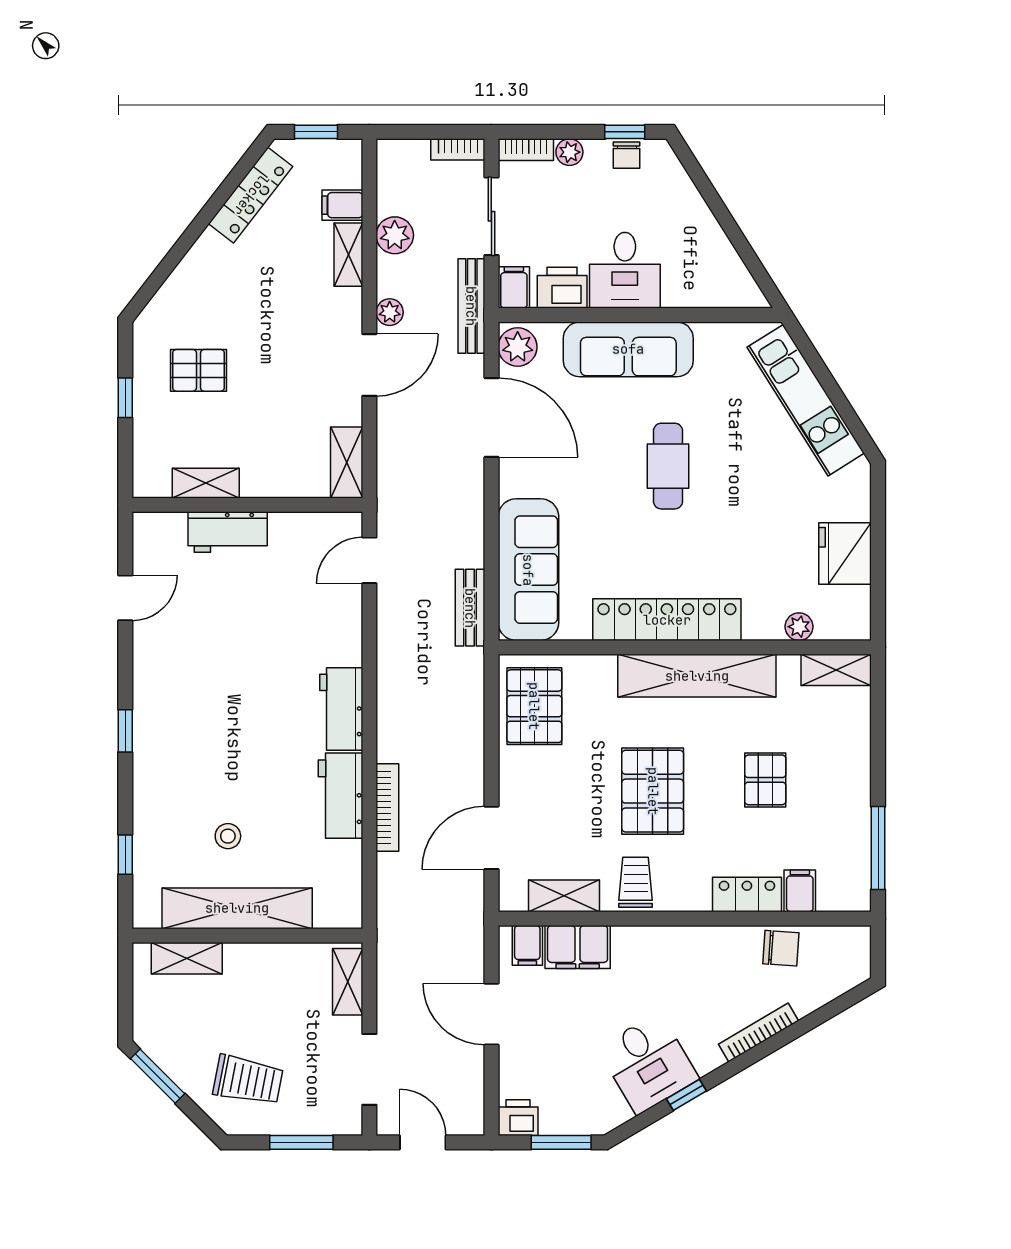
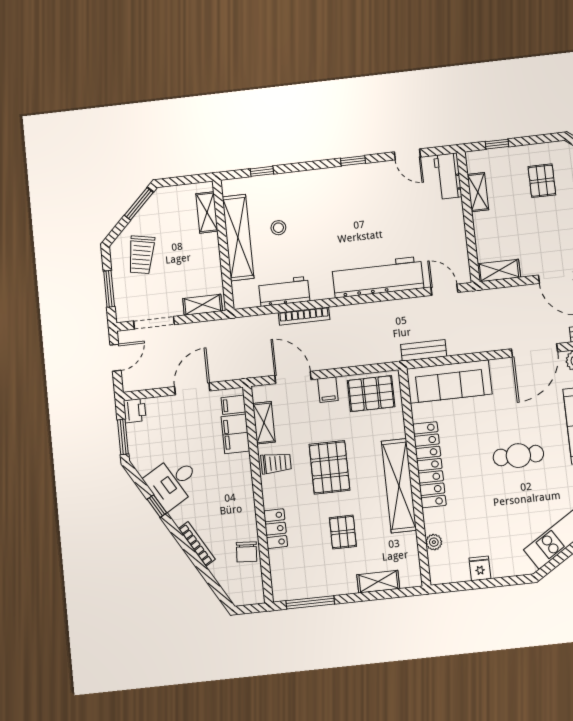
window: (125, 398) -> (497, 144), moved
workbench: (228, 532) -> (448, 176), moved
fridge: (845, 553) -> (480, 568), width x0.53, depth x0.75
shelving: (836, 670) -> (378, 582), moved, turned 90
workbench: (341, 709) -> (378, 277), width x1.88, depth x1.32
window: (125, 731) -> (353, 161), moved
pallet: (765, 780) -> (343, 532), turned 90
pallet: (653, 791) -> (329, 467), turned 90
workbench: (341, 796) -> (284, 291), moved
filing cabinet: (800, 891) -> (328, 390), moved, turned 90

